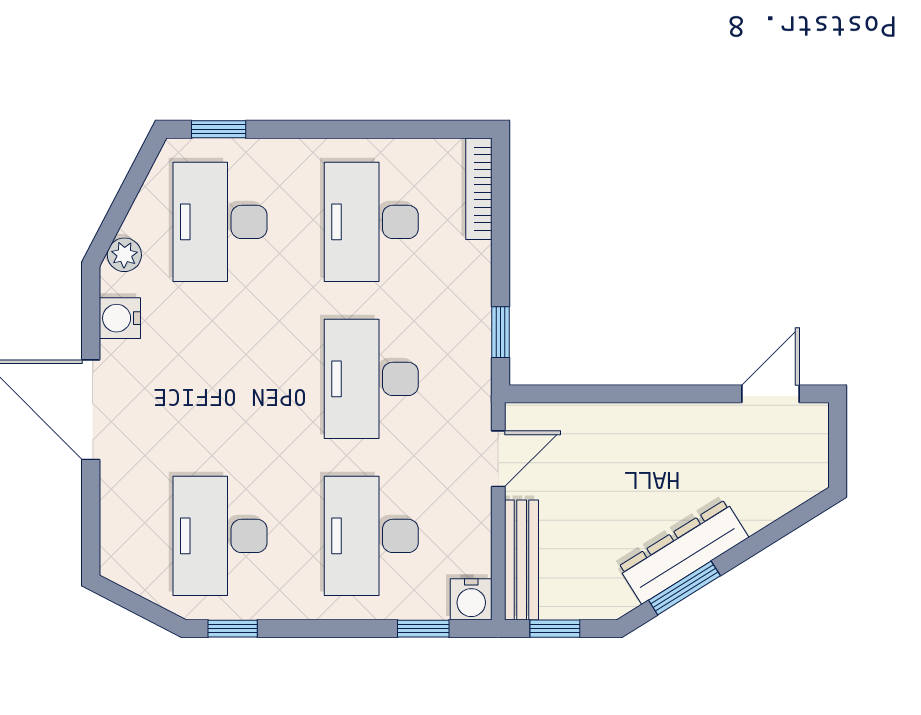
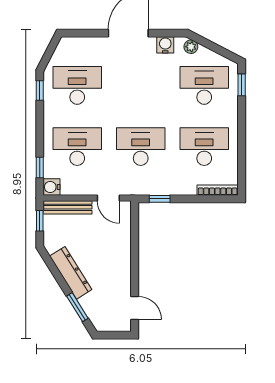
window: (684, 588) -> (77, 307), moved

